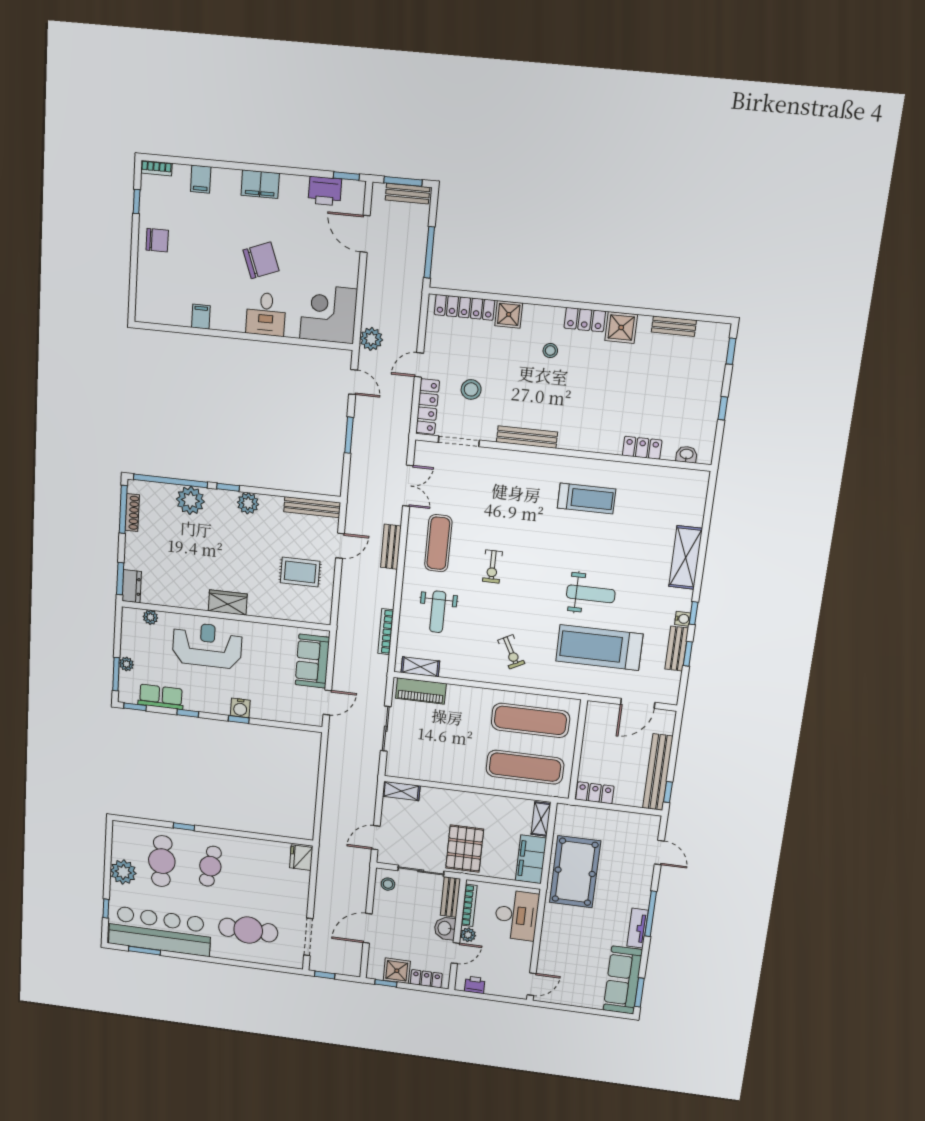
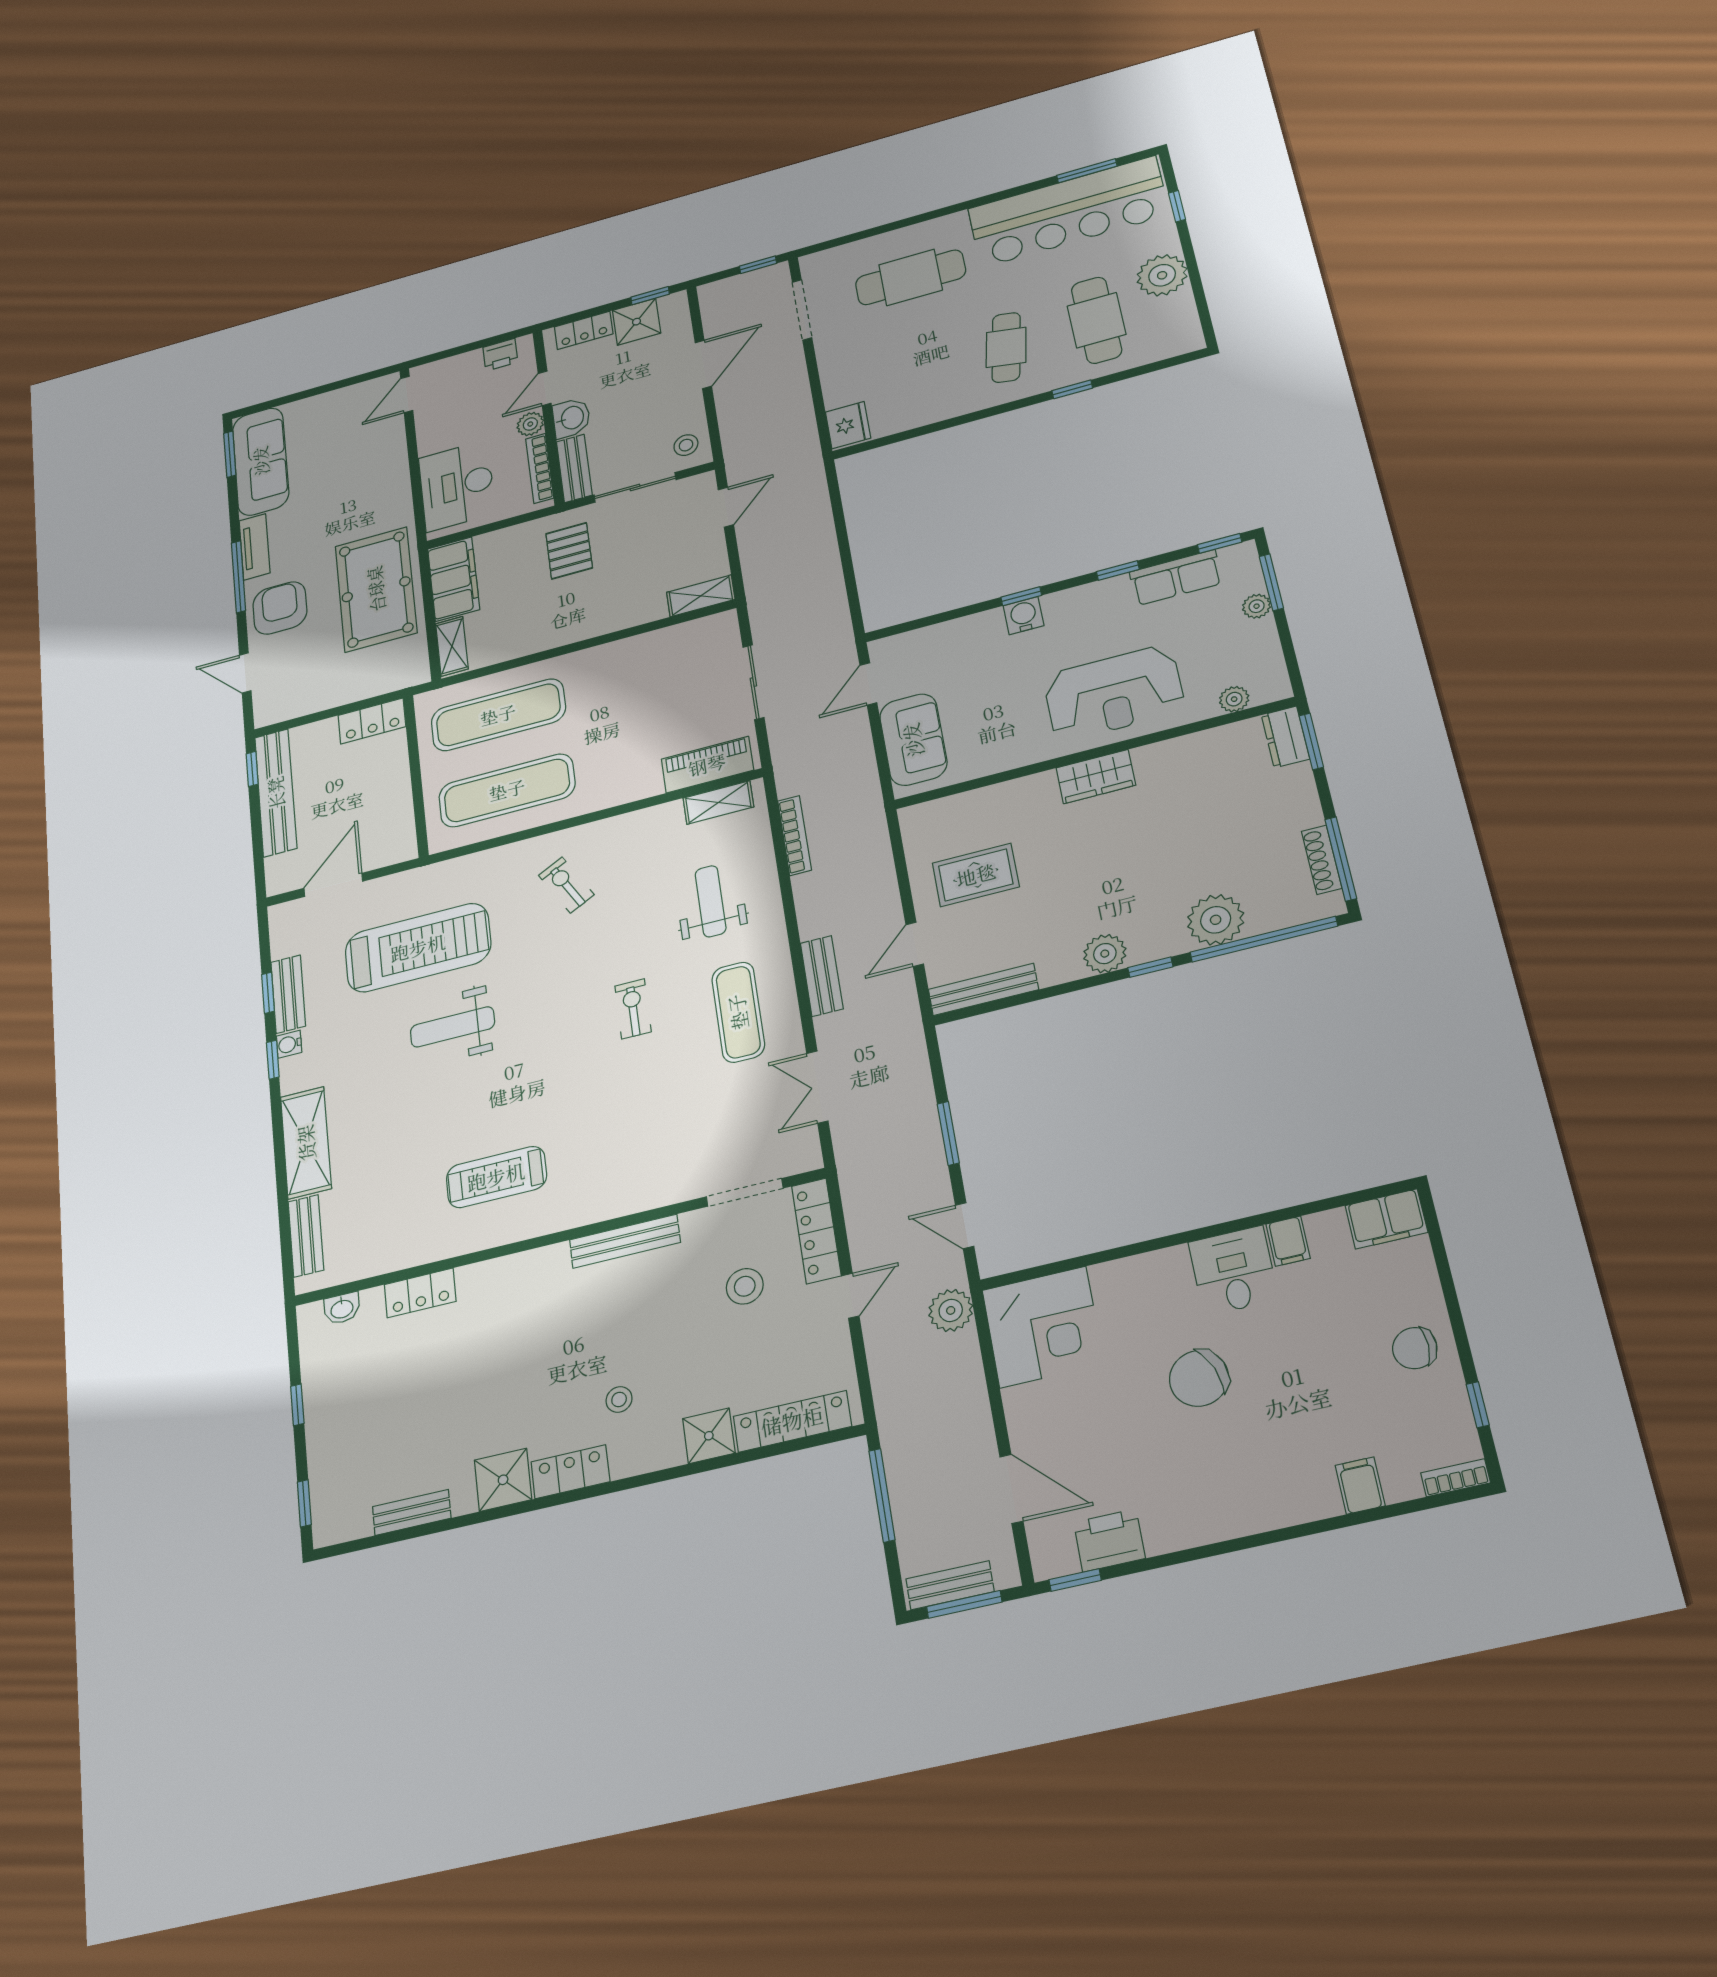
filing cabinet: (260, 184) -> (1386, 1219), moved, turned 180
desk: (266, 314) -> (1233, 1271), moved
bench: (697, 503) -> (306, 1236), added
pallet: (465, 849) -> (569, 551), width x0.67, depth x0.71
armchair: (631, 884) -> (280, 608), added

